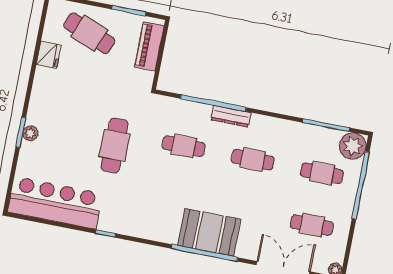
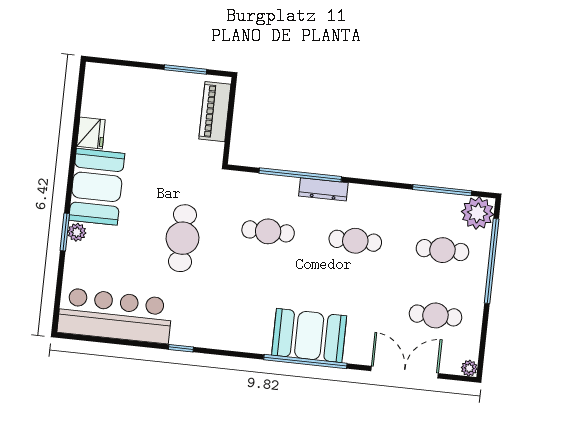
cafe table: (89, 33) -> (139, 102), removed
booth: (50, 98) -> (97, 187), added

